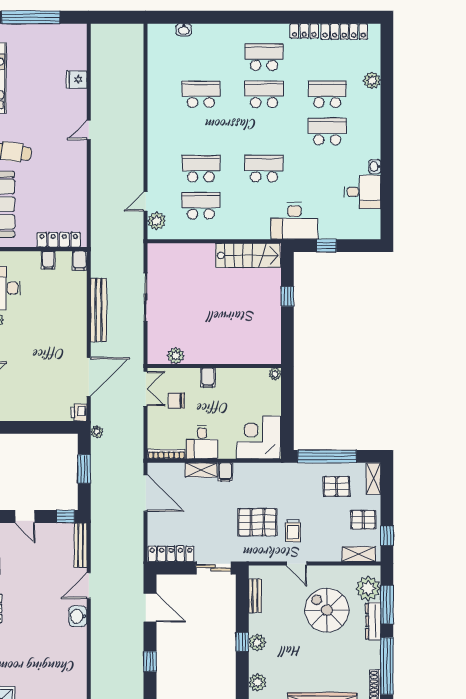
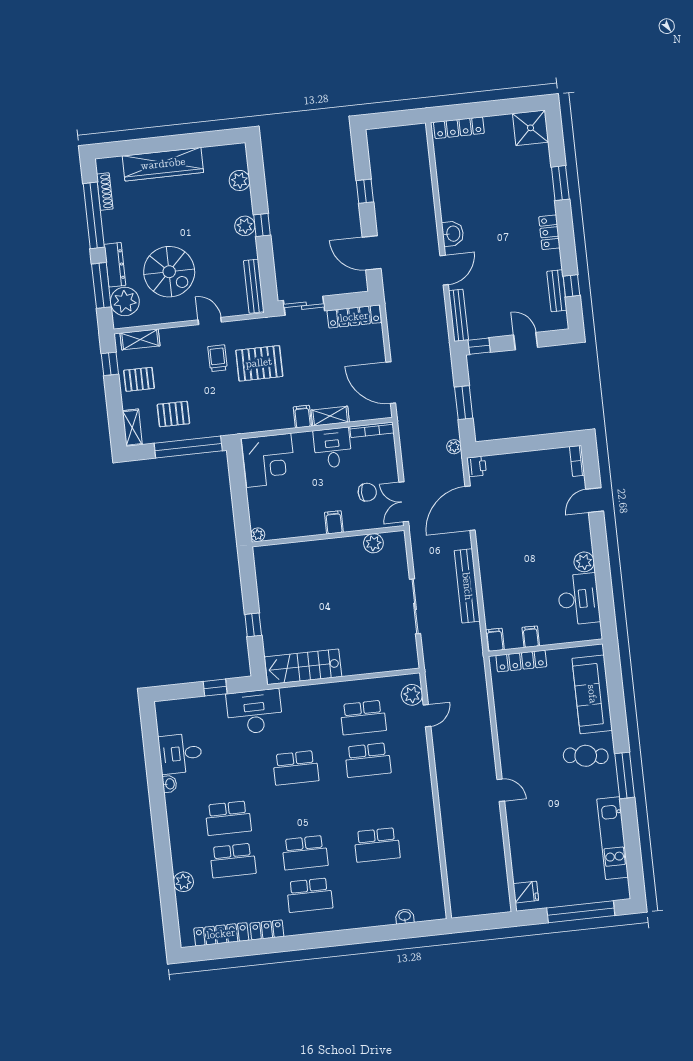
fridge: (76, 79) -> (526, 892), moved
door: (89, 130) -> (501, 790), hinge flipped
bench: (255, 596) -> (254, 286), width x1.36

